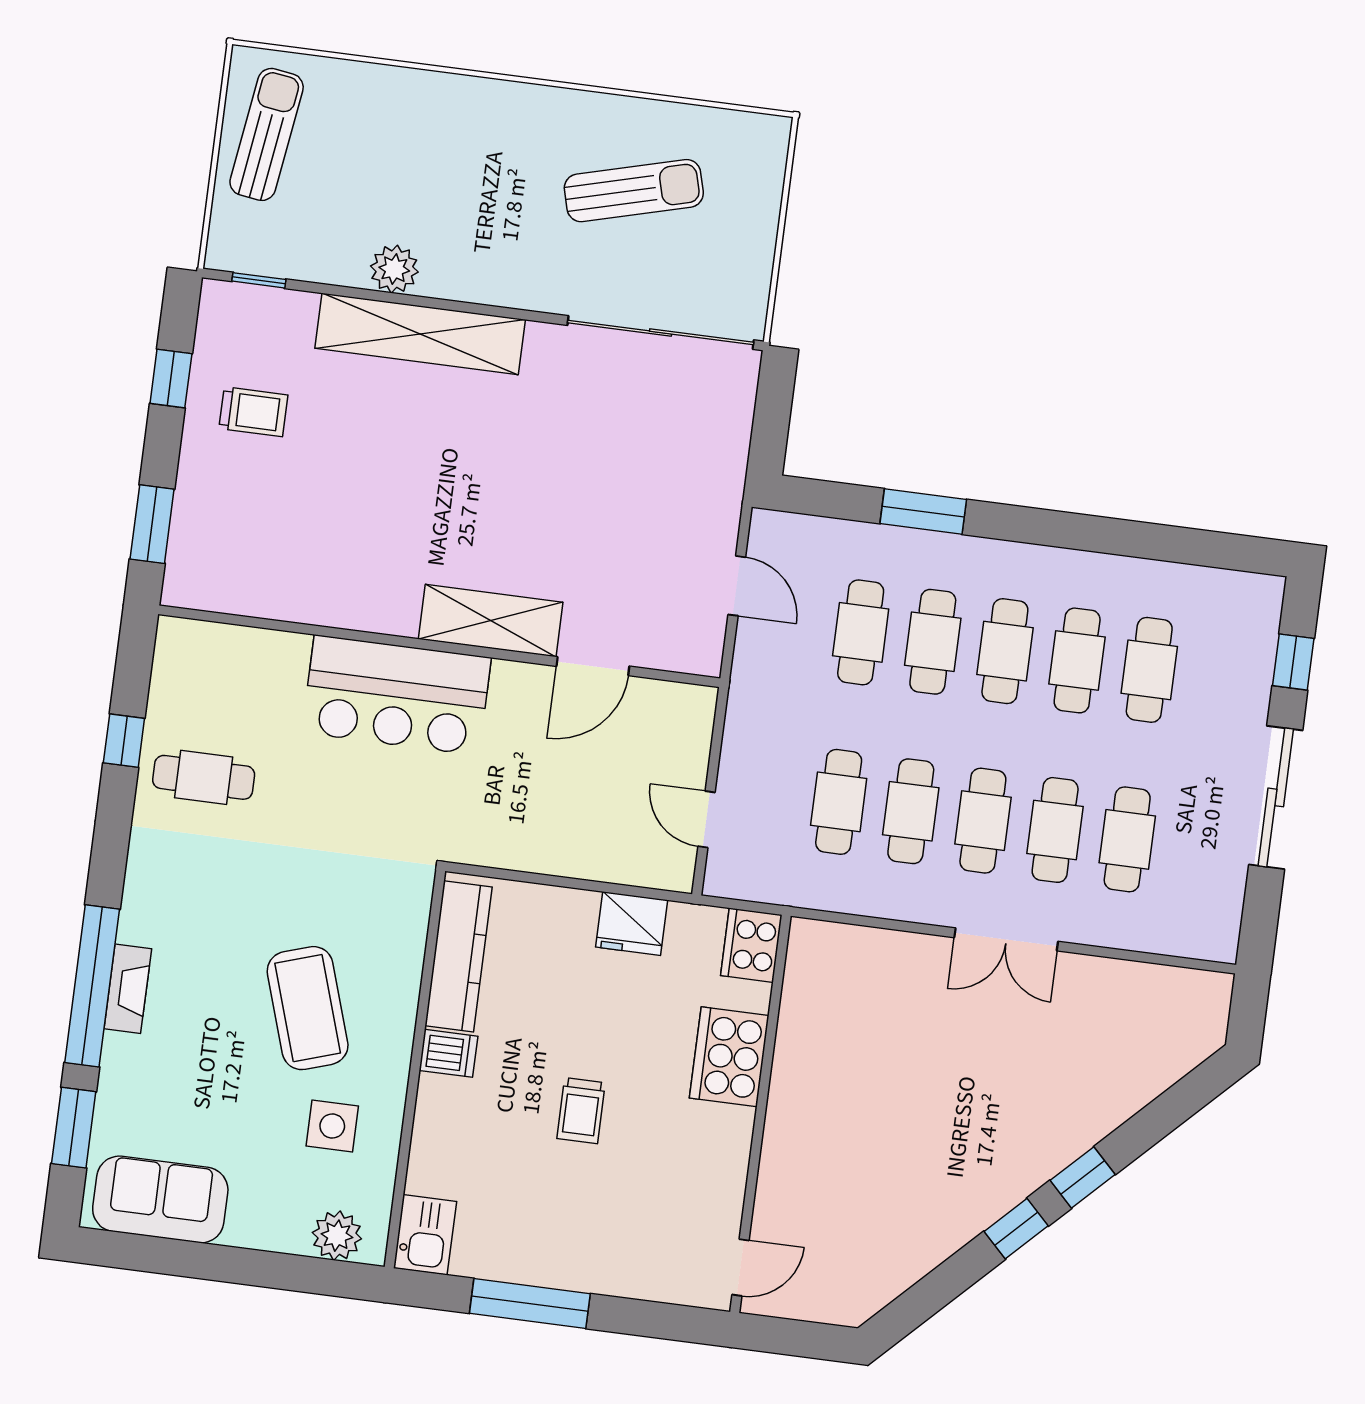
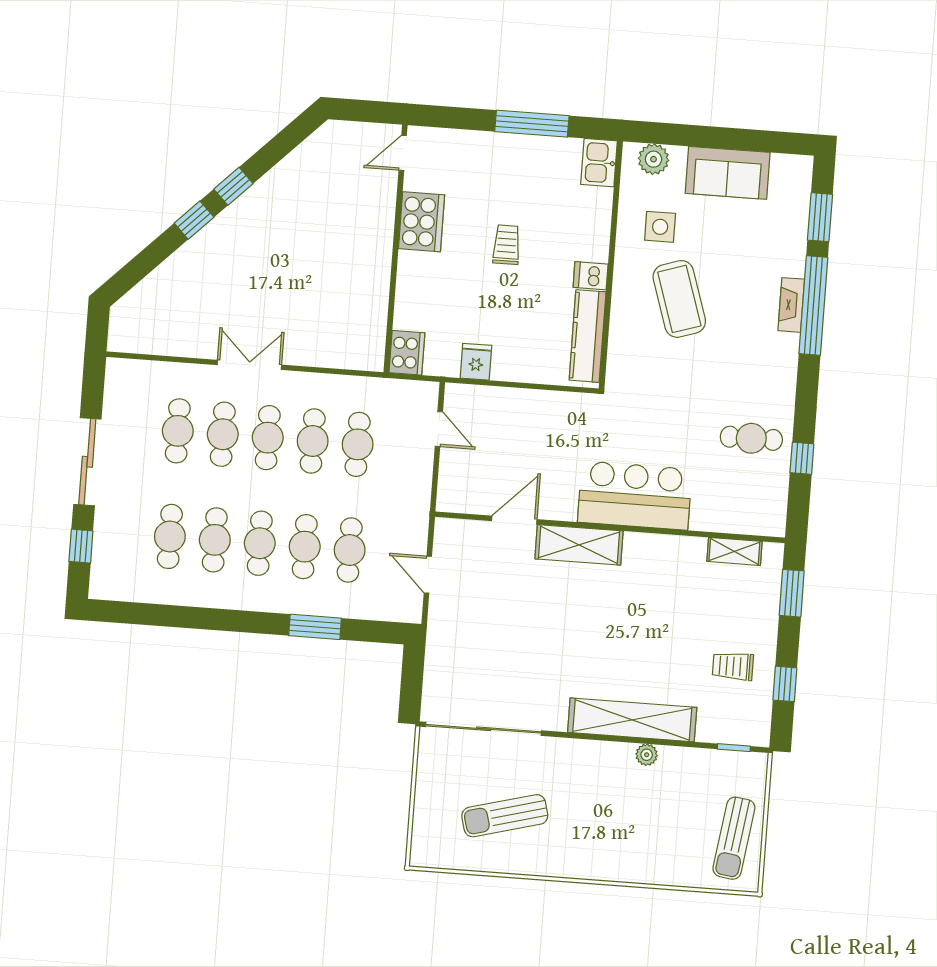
plant: (394, 269) -> (647, 755), width x0.73, depth x0.73
shelving: (241, 596) -> (734, 551), added
fridge: (632, 924) -> (476, 362), width x0.72
cooker: (729, 1057) -> (421, 222), moved
sofa: (160, 1199) -> (728, 173), moved

